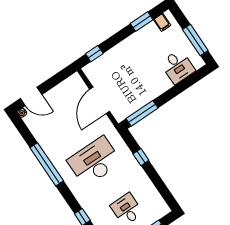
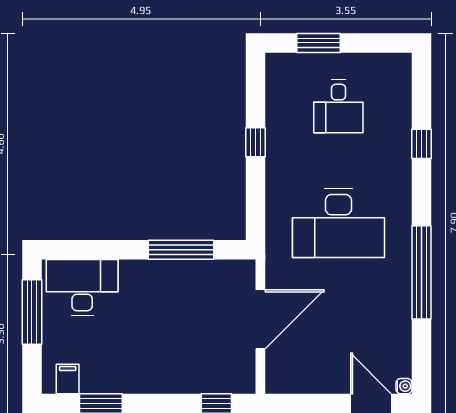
desk: (178, 67) -> (82, 287), width x1.37
window: (142, 113) -> (181, 250), moved
window: (141, 157) -> (256, 142), moved

